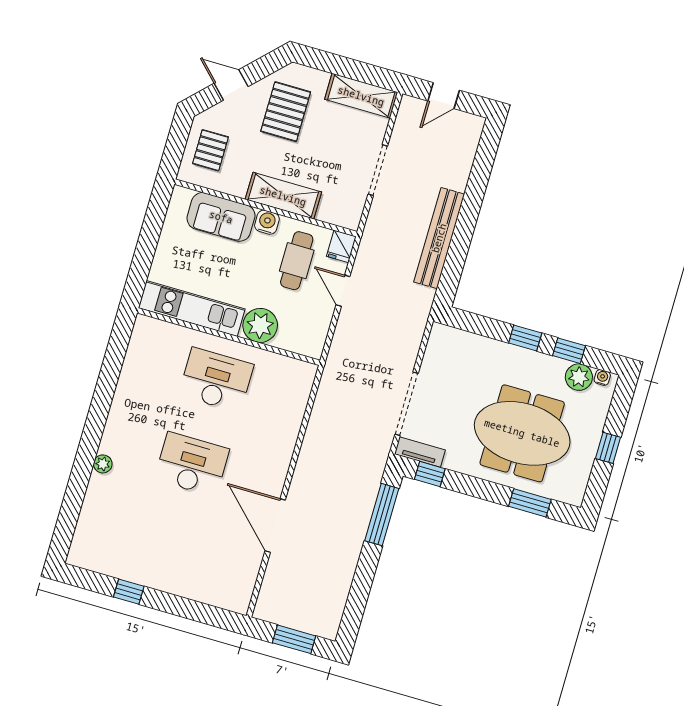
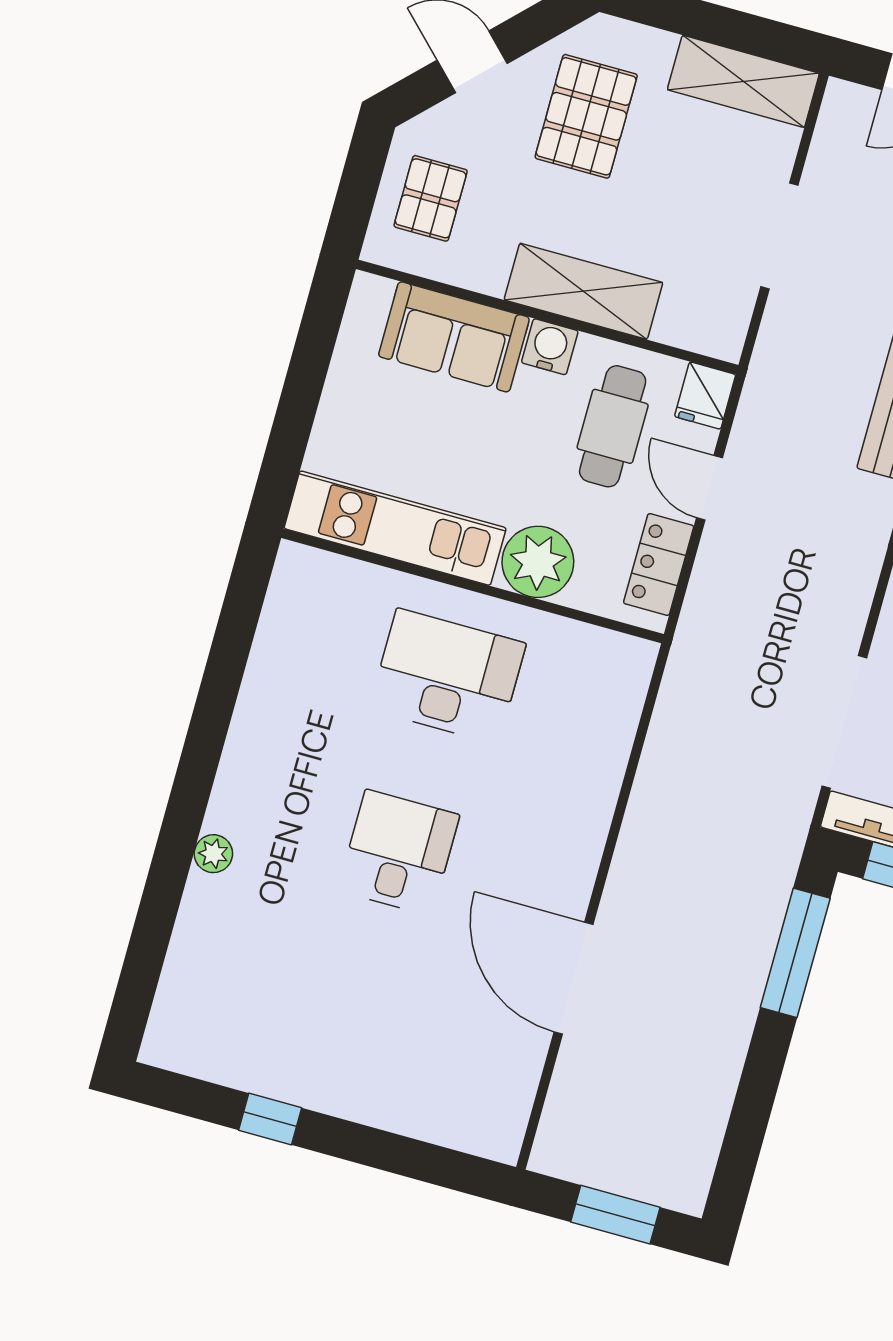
locker: (318, 327) -> (659, 564), added
desk: (192, 464) -> (399, 853), width x0.73

